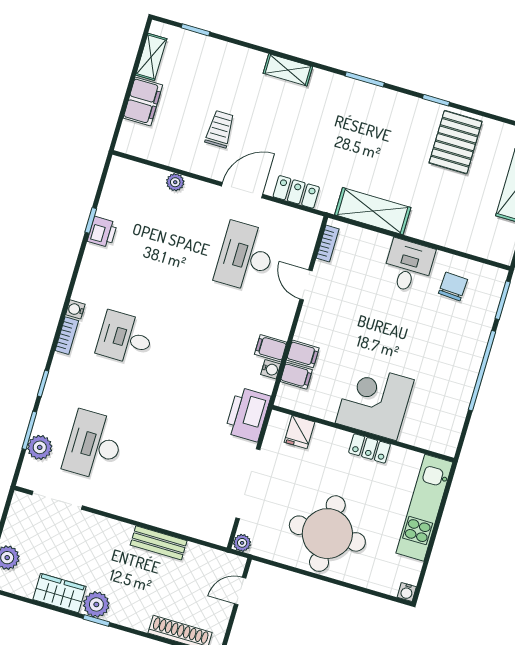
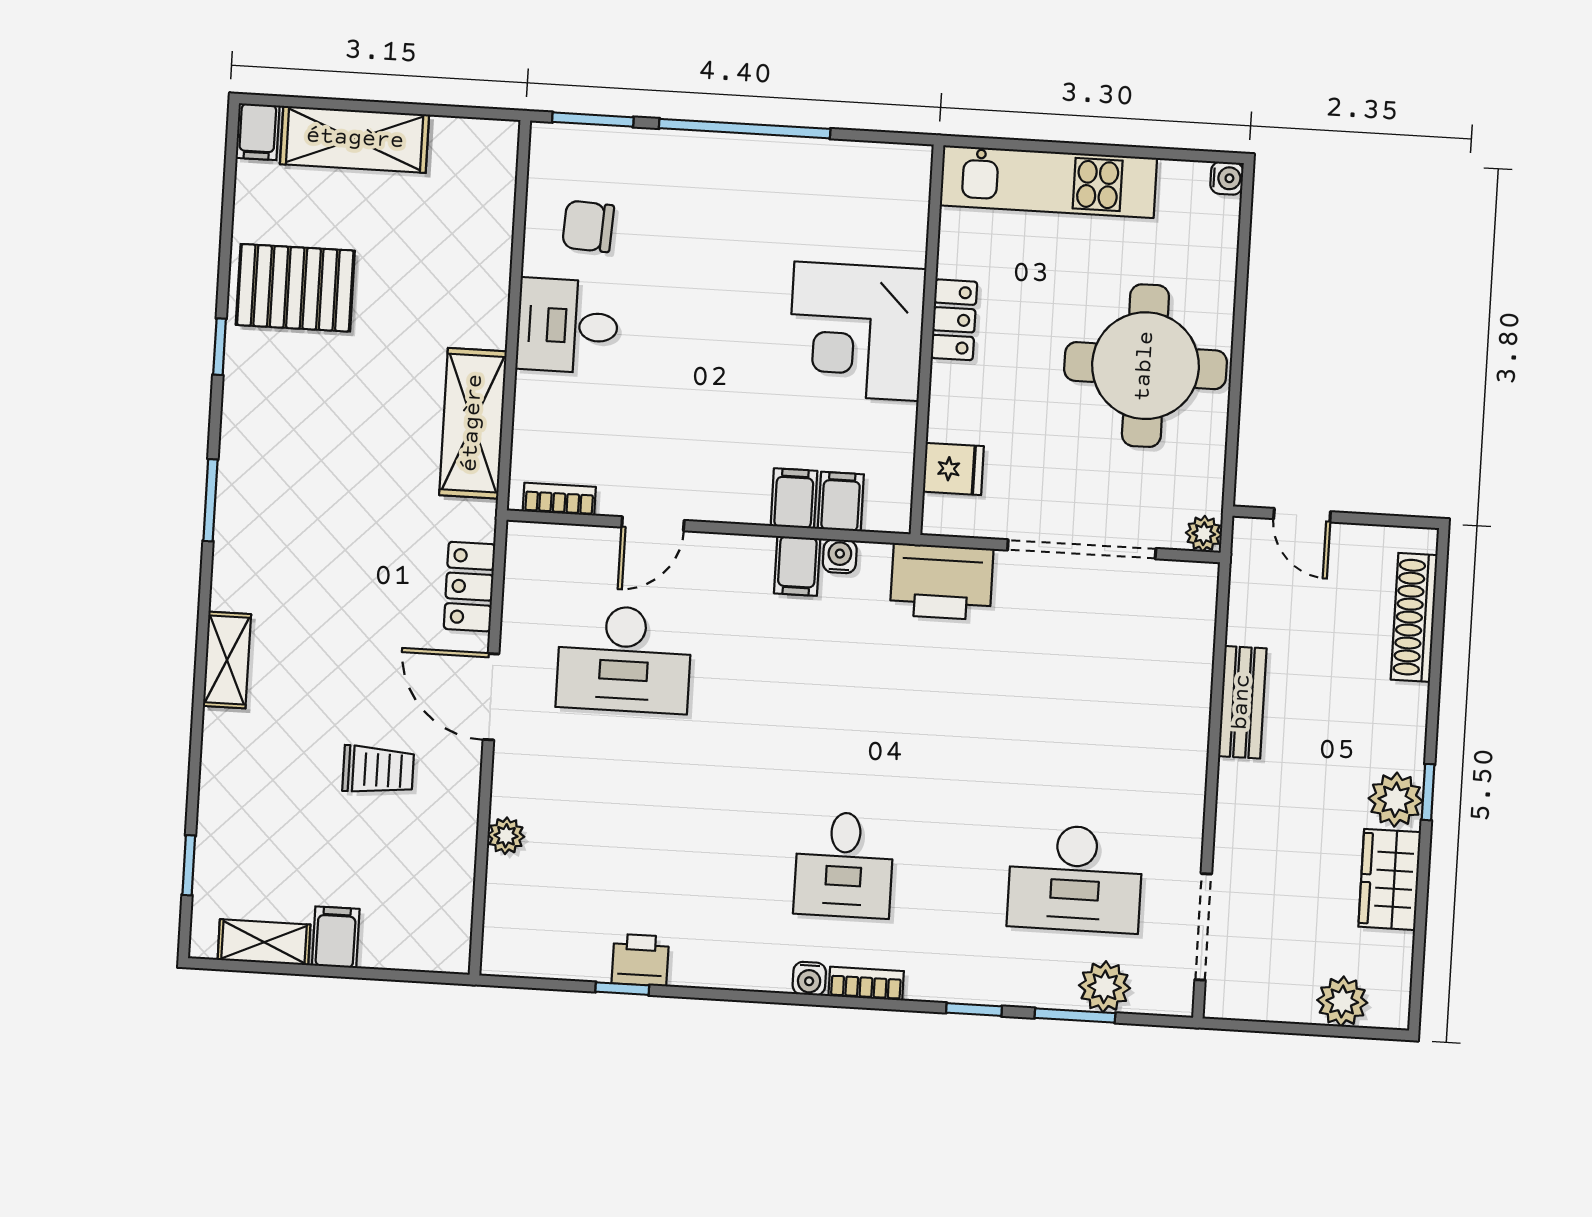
filing cabinet: (143, 101) -> (336, 937), width x0.50
trolley: (220, 129) -> (378, 770), turned 180

